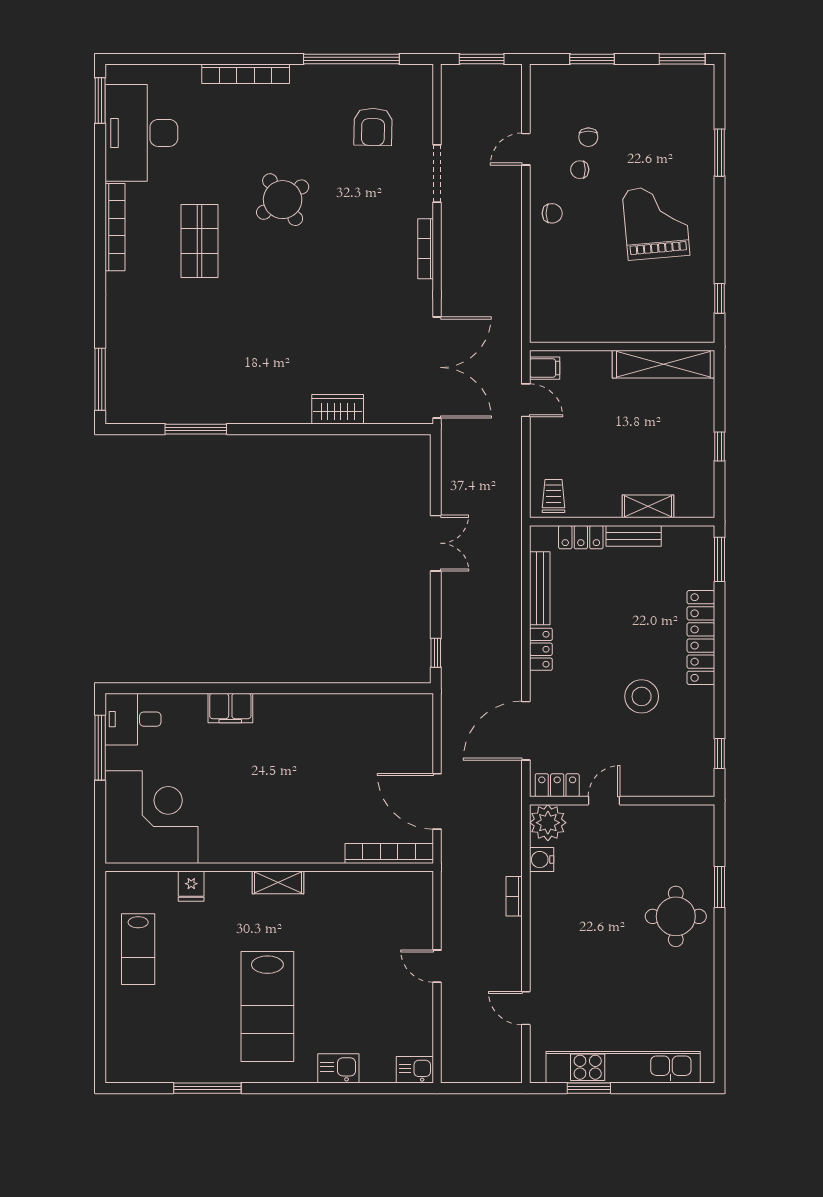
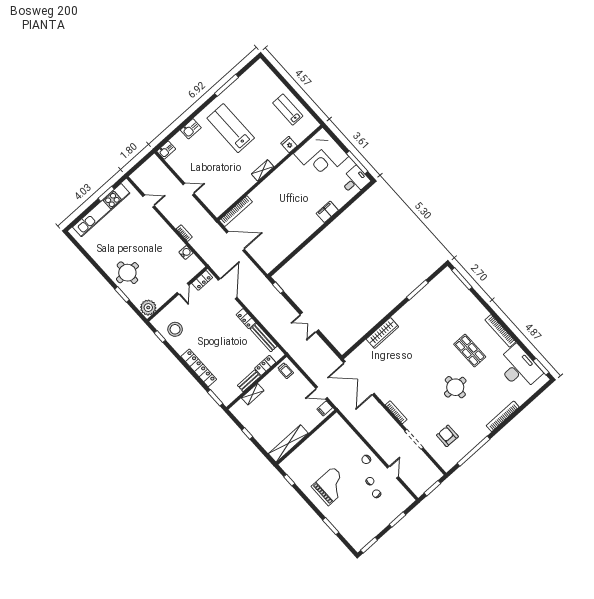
round table: (283, 200) -> (455, 387), turned 34
grand piano: (656, 222) -> (331, 486), turned -85
wardrobe: (338, 409) -> (382, 333), width x1.50
stool: (642, 696) -> (175, 329), moved
plant: (548, 823) -> (148, 308), moved

